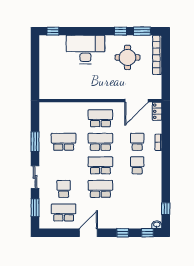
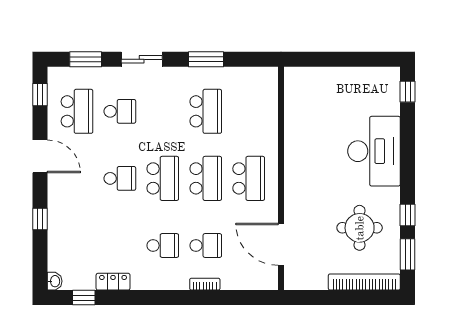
locker: (157, 111) -> (113, 282), moved
school desk: (100, 189) -> (120, 178), width x0.54
window: (147, 233) -> (40, 95), moved

